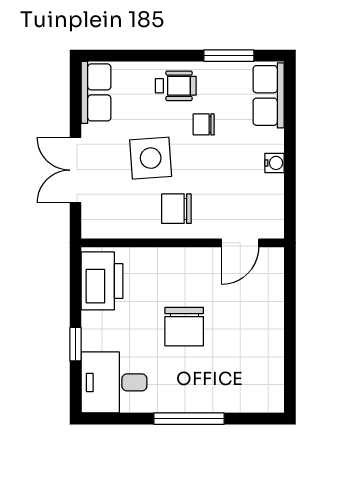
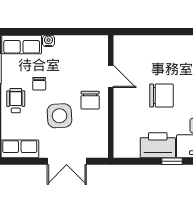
water cooler: (274, 163) -> (48, 41), moved
door: (240, 243) -> (111, 76), moved
printer: (102, 281) -> (158, 145), moved

